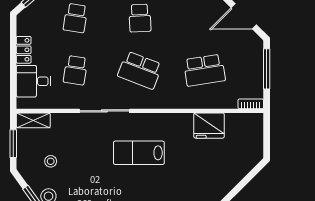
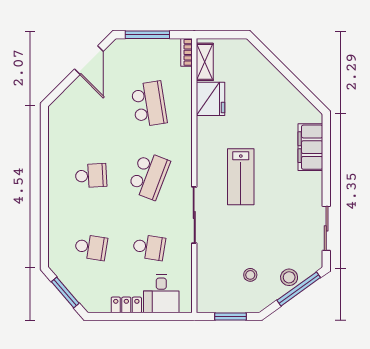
shelving: (33, 120) -> (205, 62), moved

